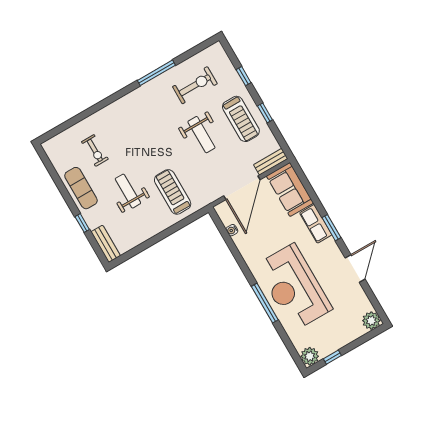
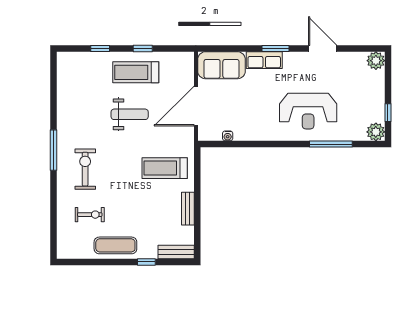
window: (156, 73) -> (54, 150), moved
exercise bike: (195, 85) -> (85, 169), moved
treadmill: (241, 119) -> (136, 72), turned 180
bench: (271, 162) -> (188, 209), moved
door: (242, 188) -> (196, 106), swing flipped
weight bench: (128, 191) -> (142, 206), removed
reception desk: (294, 287) -> (308, 111), width x0.74, depth x0.77
window: (265, 303) -> (331, 144), moved

